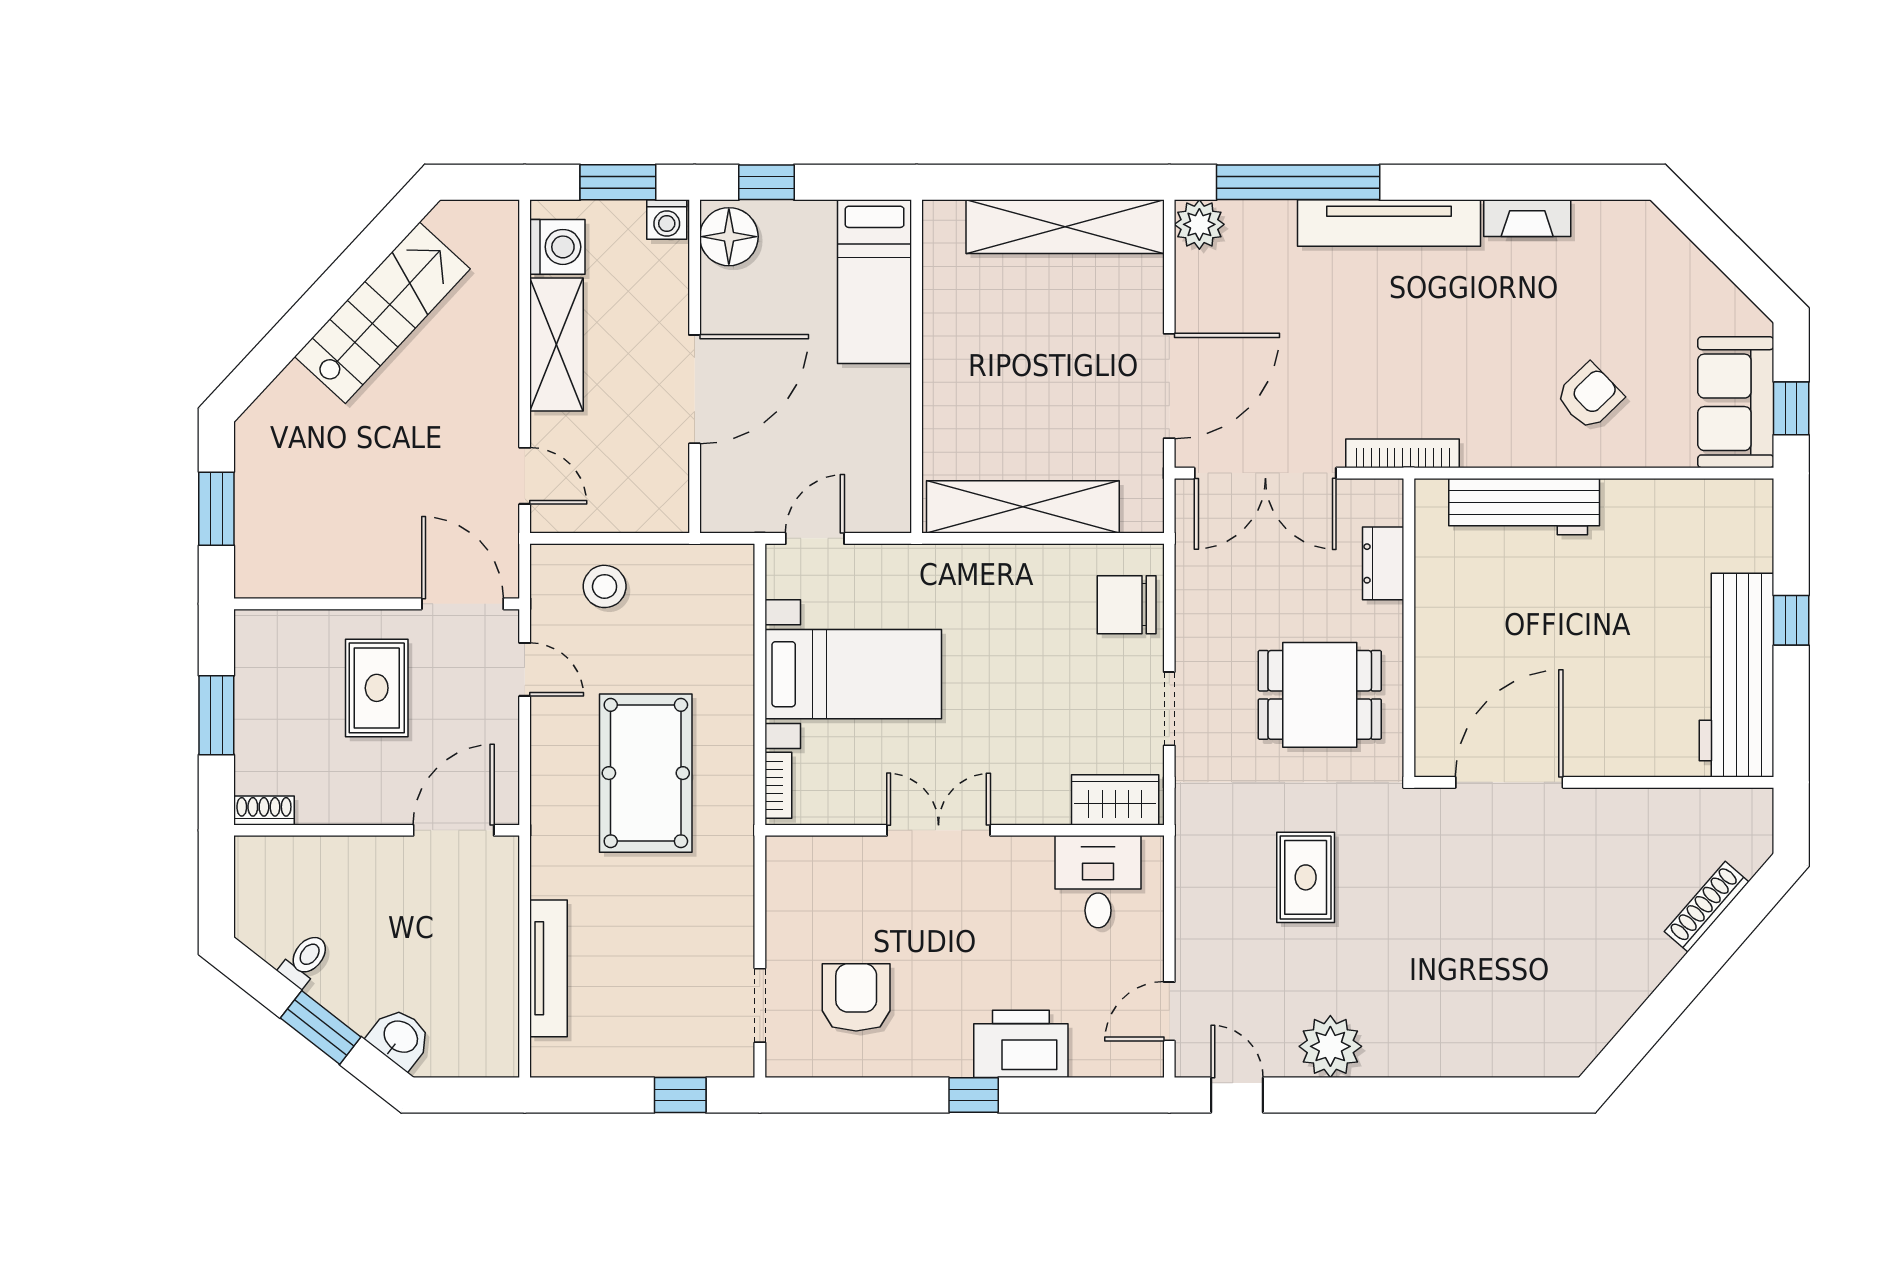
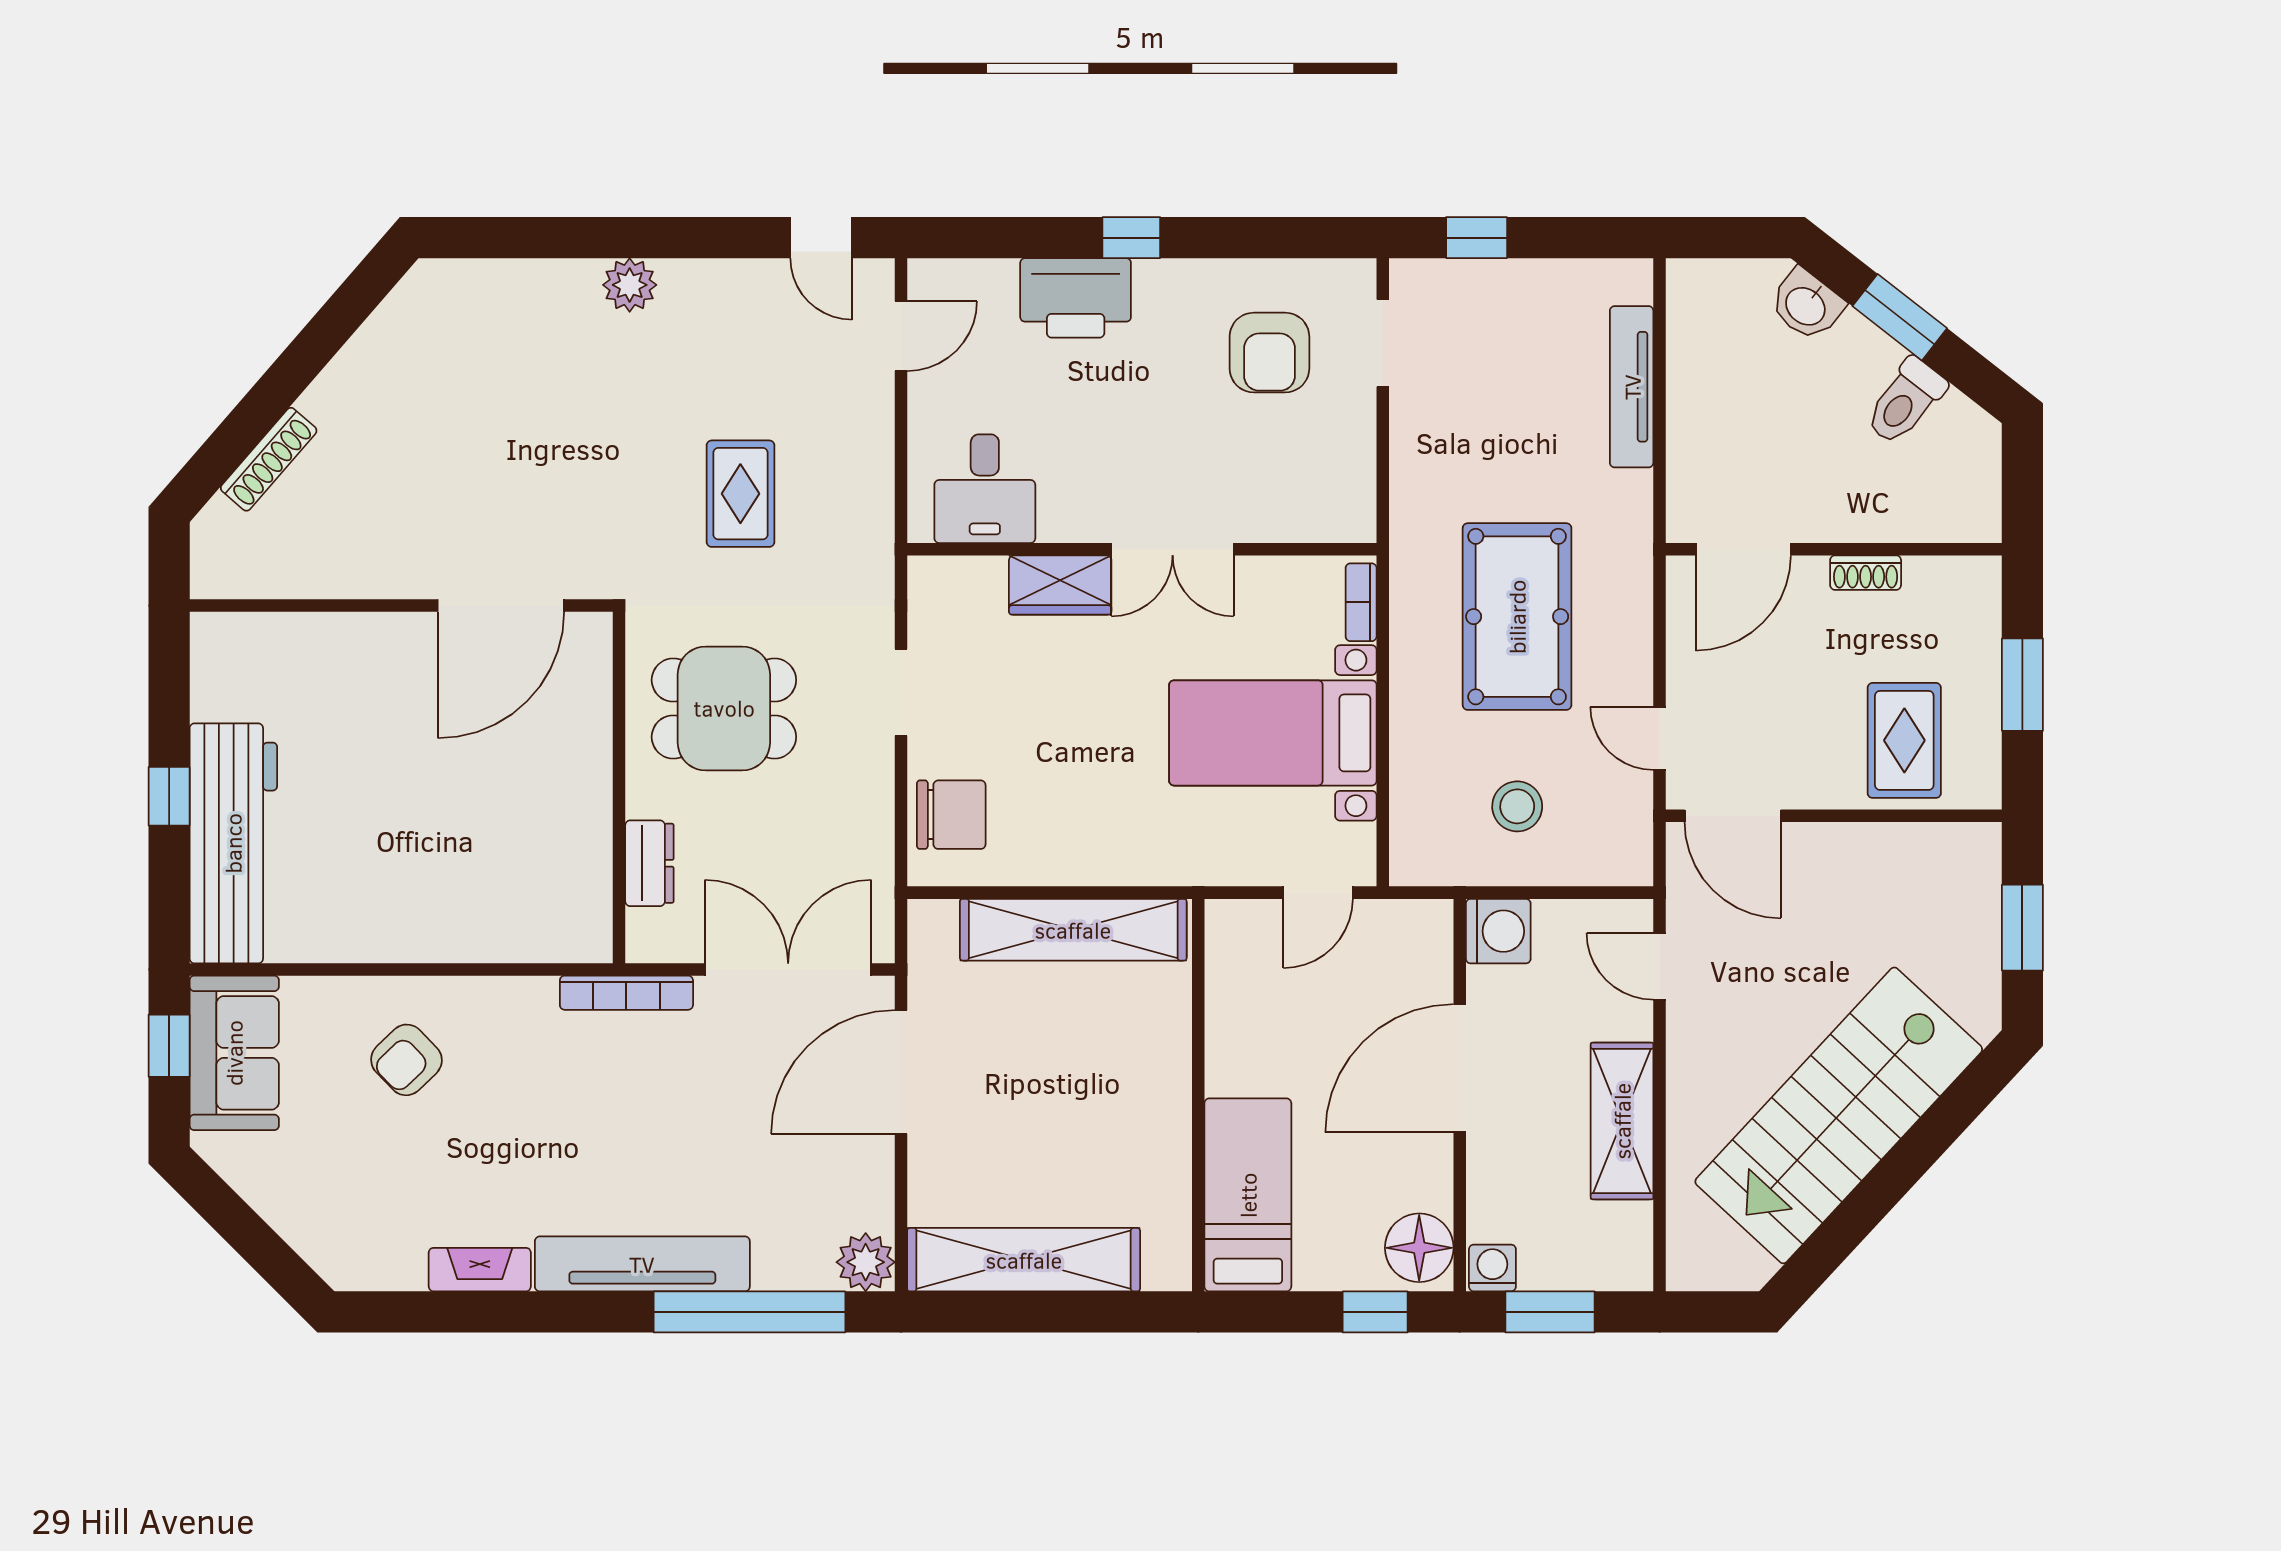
washing machine: (557, 247) -> (1498, 931), moved, turned 180
stairs: (382, 313) -> (1839, 1115), width x1.36, depth x1.51
workbench: (1524, 507) -> (483, 930), removed
stool: (605, 586) -> (1517, 806), moved
workbench: (1737, 675) -> (233, 843), moved
rug: (377, 688) -> (1904, 740), moved
wardrobe: (1115, 800) -> (1060, 585), moved
shoe rack: (264, 810) -> (1866, 573), moved
toilet: (305, 960) -> (1905, 401), width x1.37, depth x1.39
plant: (1330, 1046) -> (630, 285), moved, width x0.73, depth x0.73

